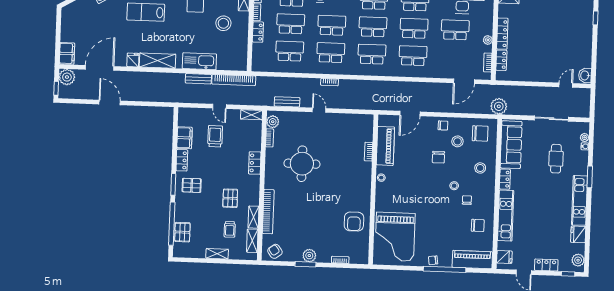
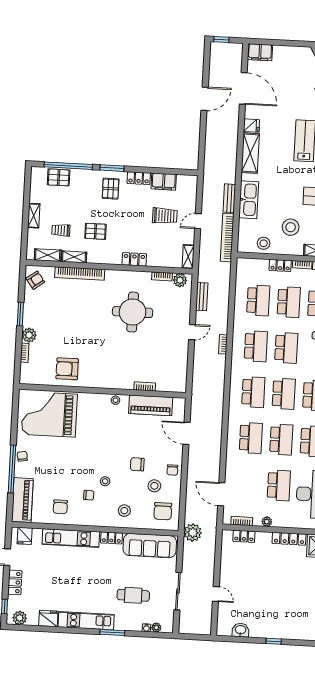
window: (596, 18) -> (274, 641), moved
locker: (502, 34) -> (289, 539), moved
stool: (238, 47) -> (264, 243), added
washbasin: (585, 75) -> (241, 630), moved
plant: (67, 77) -> (234, 52), removed
door: (566, 85) -> (216, 594), moved
plant: (309, 256) -> (29, 335), moved

